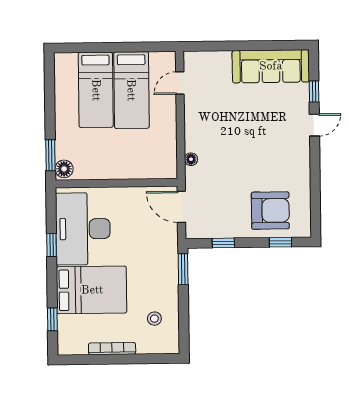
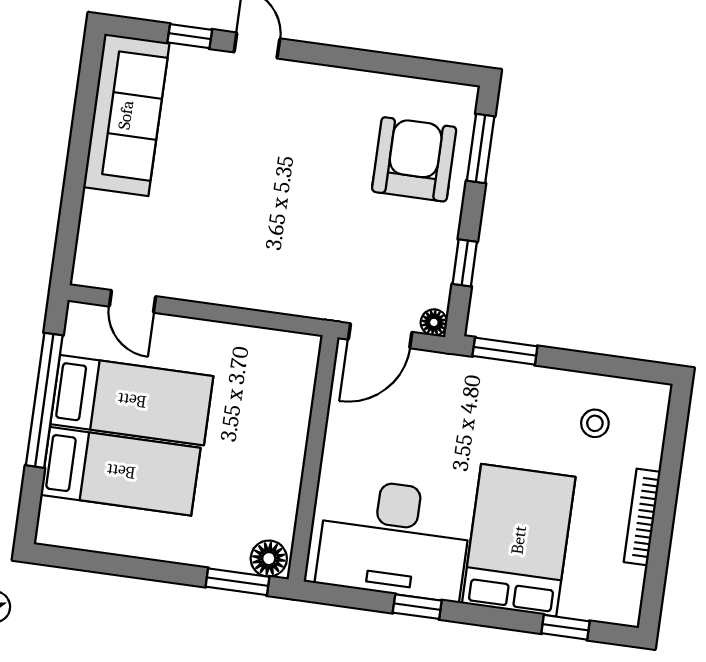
window: (125, 47) -> (44, 400), added
floor lamp: (191, 159) -> (434, 322), moved
window: (281, 242) -> (481, 148), width x1.50

